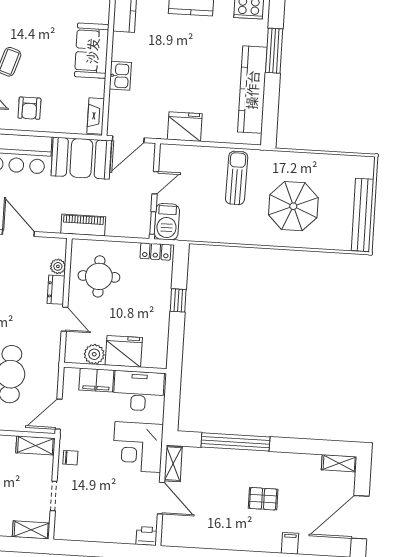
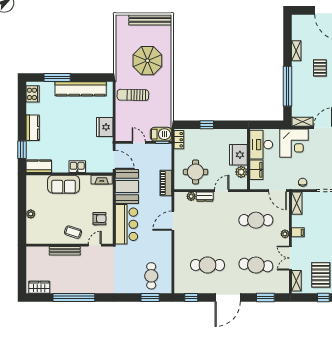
shelving: (339, 463) -> (296, 51), moved

